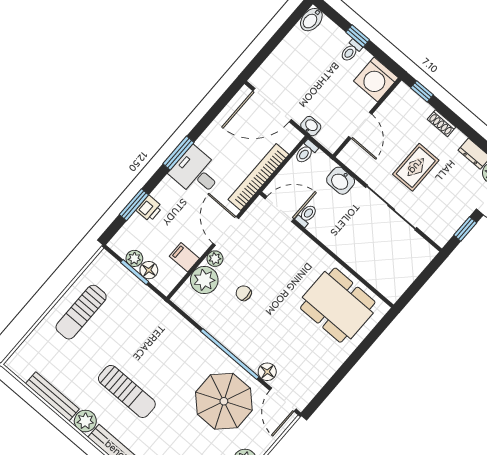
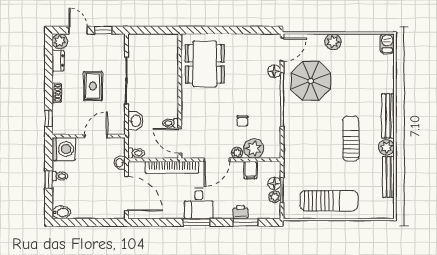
rug: (416, 167) -> (93, 86), turned 90
sun lounger: (81, 312) -> (329, 201), width x1.36, depth x1.34

